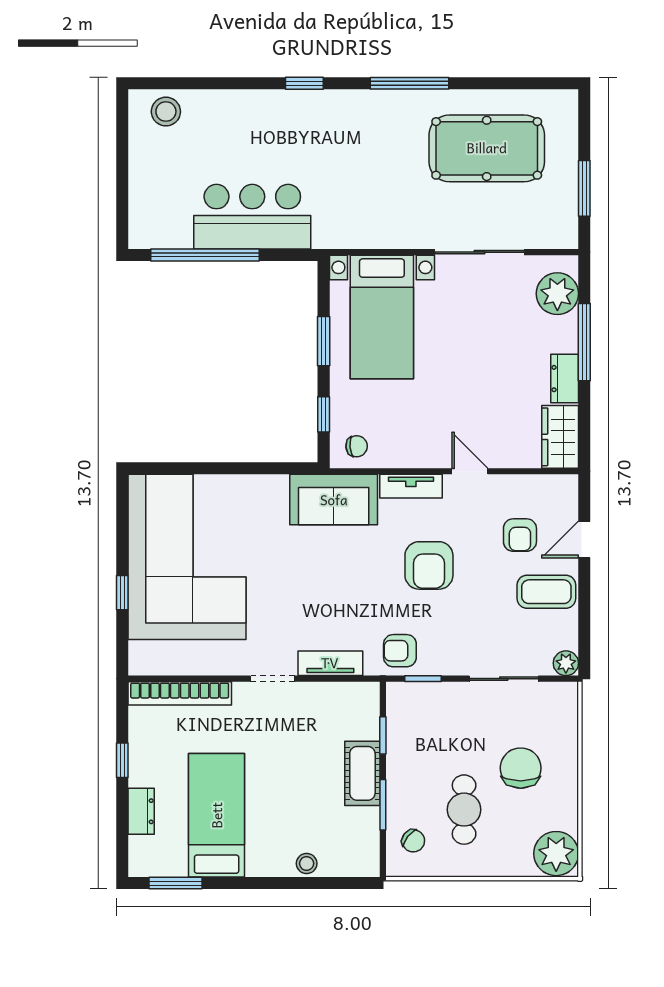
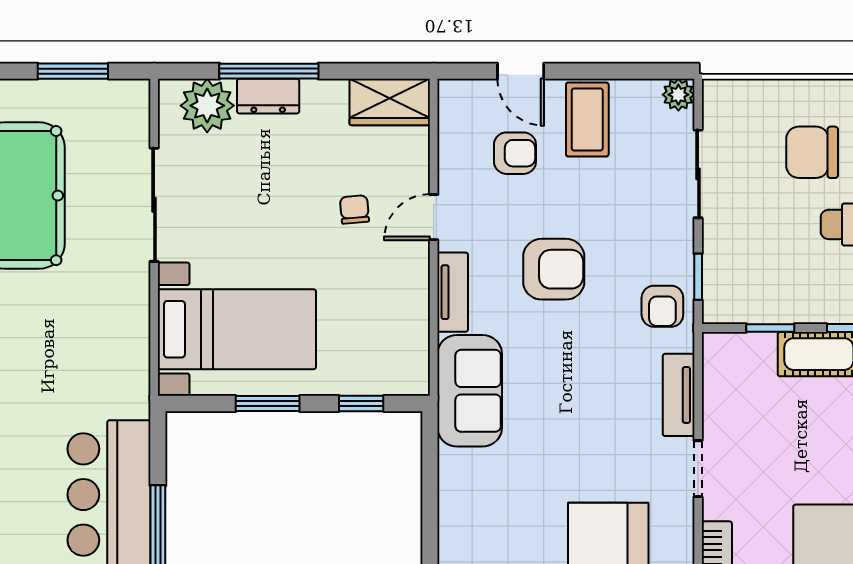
dresser: (565, 379) -> (268, 96), moved
chair: (357, 446) -> (354, 209), moved

